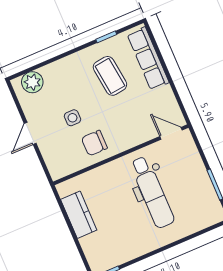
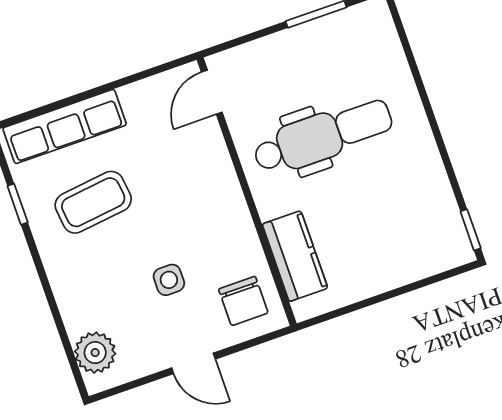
chair: (94, 143) -> (243, 301), moved
kitchen counter: (79, 215) -> (295, 256), moved, turned 90

